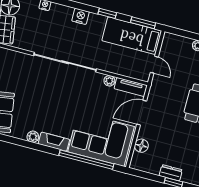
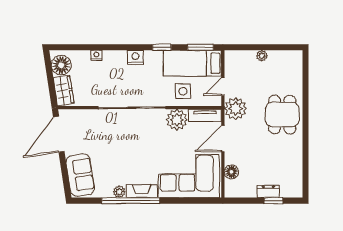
side table: (116, 59) -> (183, 91), added
door: (154, 65) -> (223, 87), swing flipped
plant: (109, 81) -> (177, 120), width x1.87, depth x1.87
plant: (161, 88) -> (236, 109), added
window: (86, 160) -> (131, 201), moved

